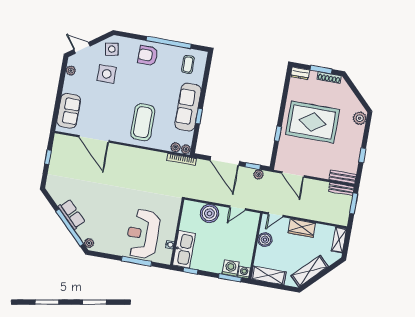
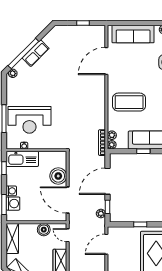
sofa: (69, 111) -> (133, 34), width x1.36
door: (237, 208) -> (68, 200), width x1.88
reception desk: (143, 234) -> (29, 120), turned 180
washing machine: (244, 272) -> (11, 191), moved

